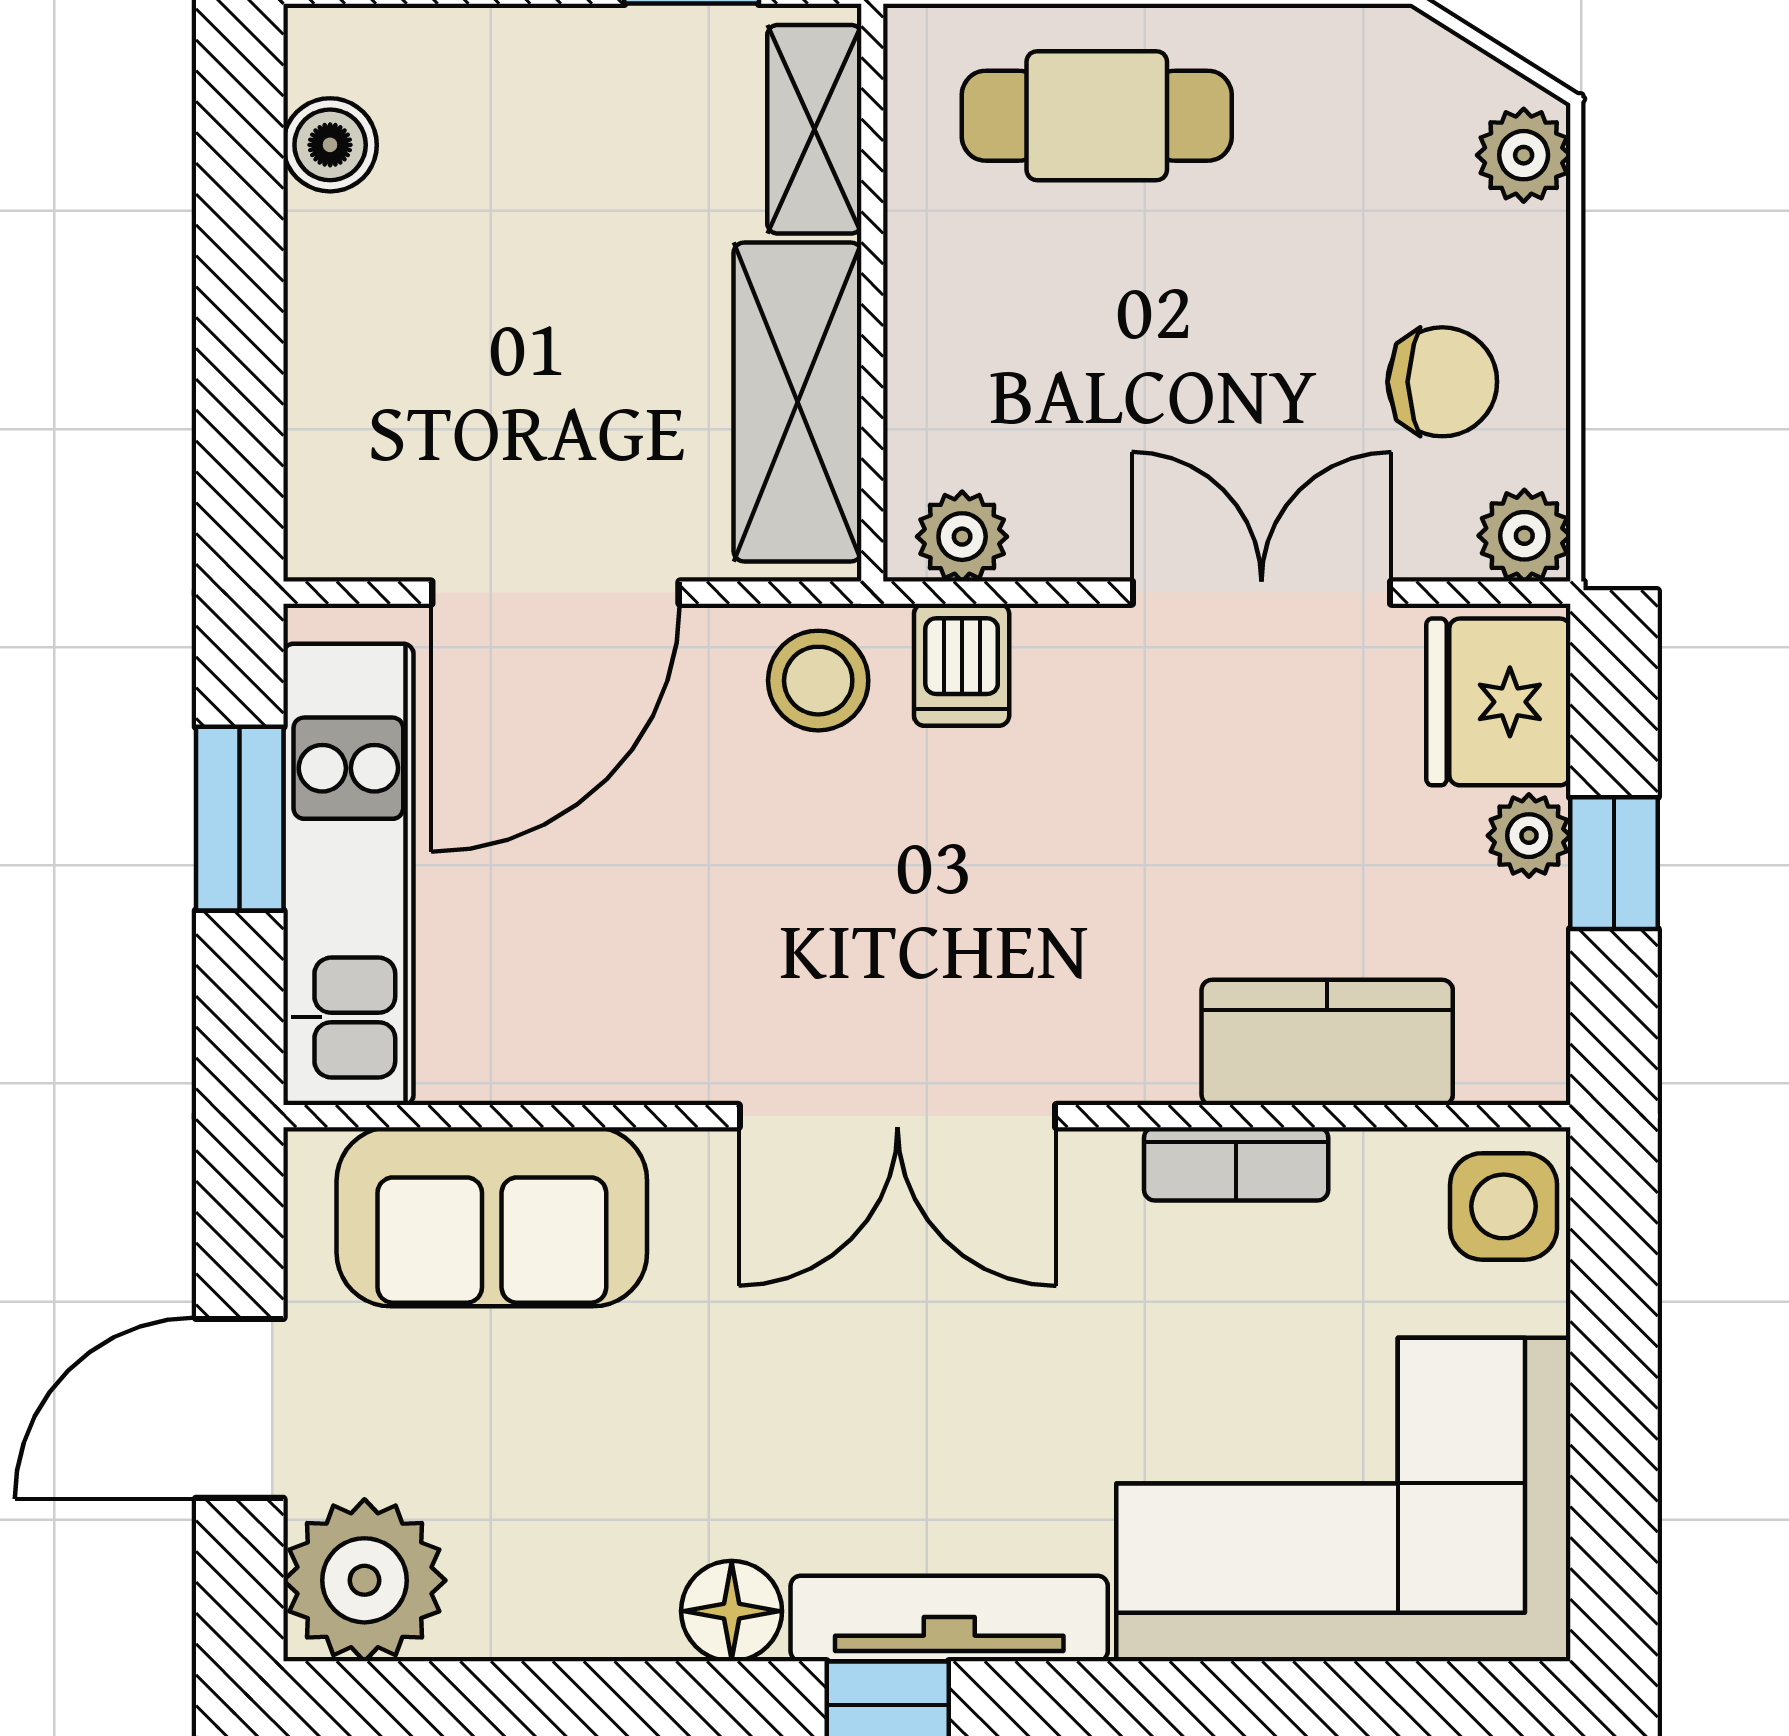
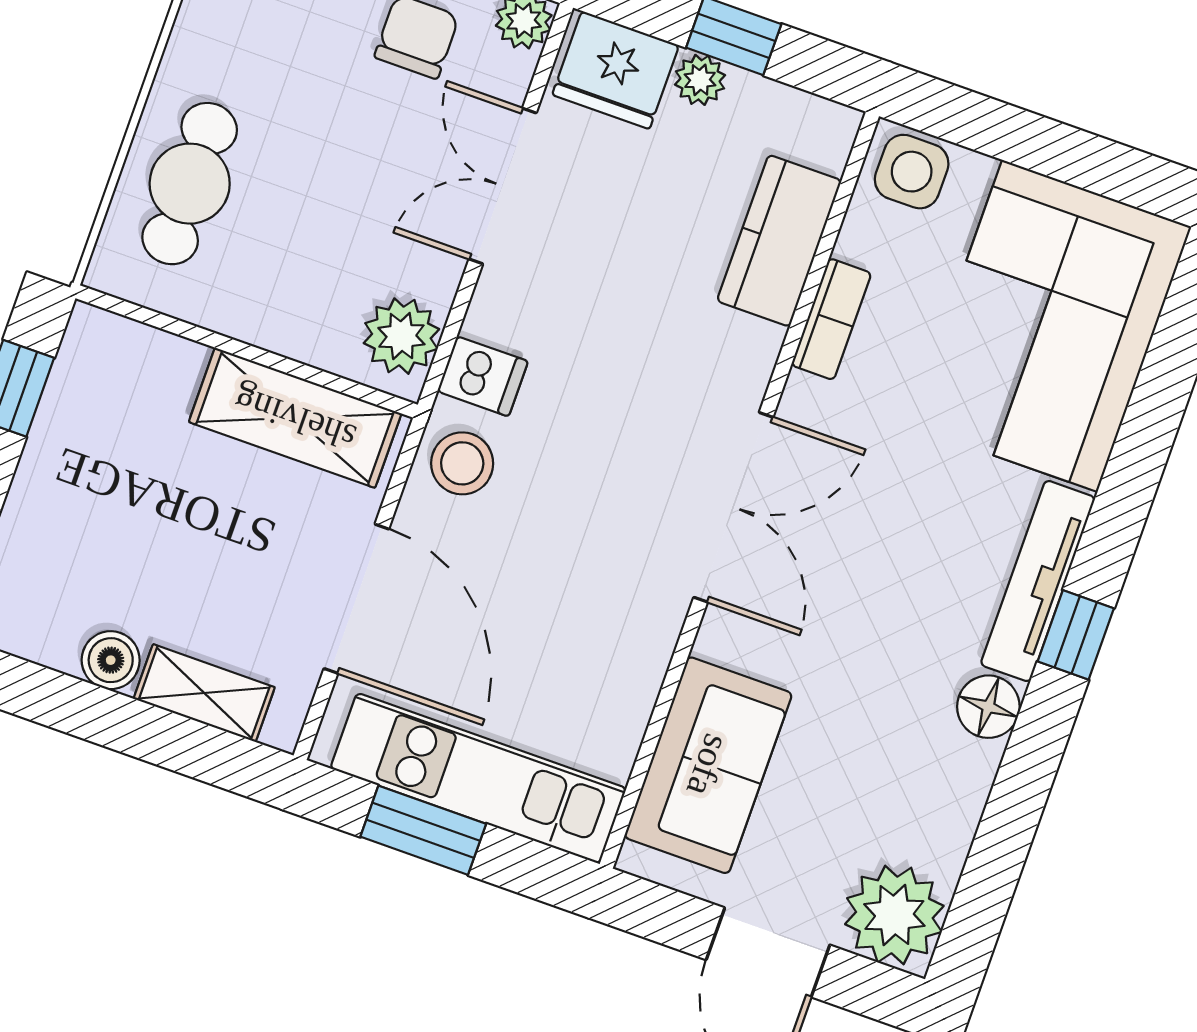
shelving: (814, 129) -> (204, 693), moved
boiler: (330, 145) -> (111, 660), moved
plant: (962, 537) -> (401, 336), width x1.38, depth x1.38

